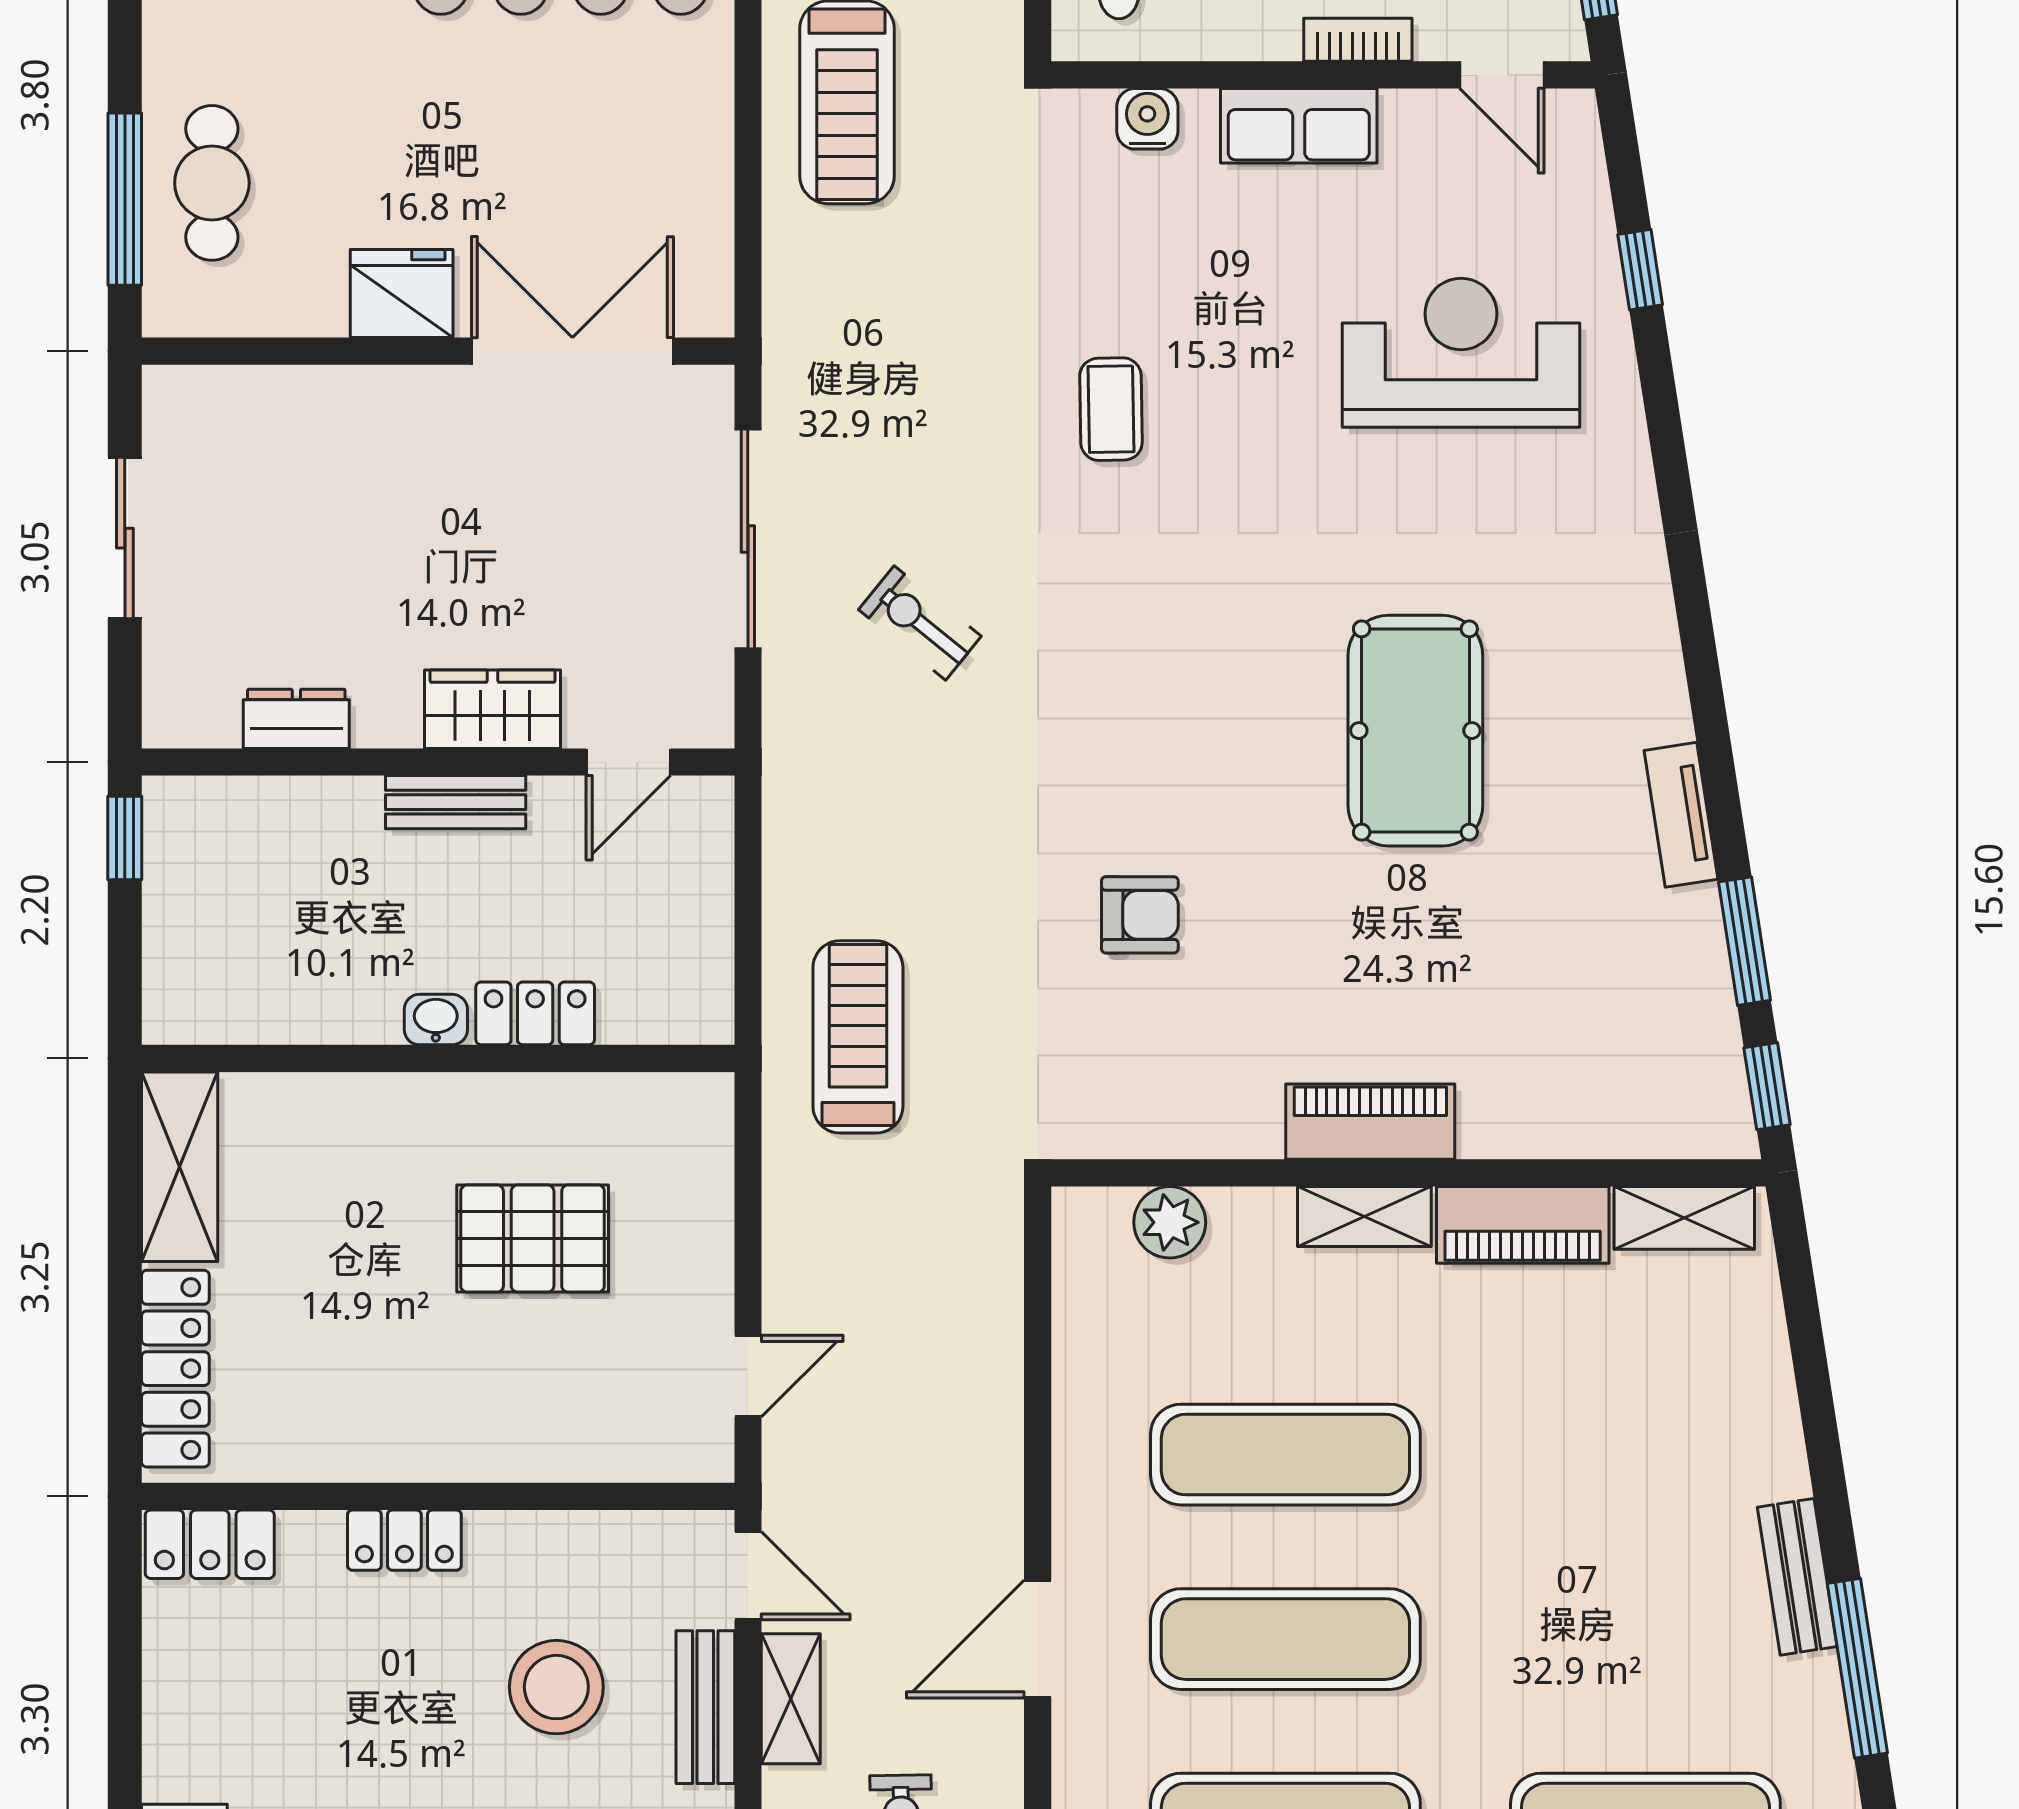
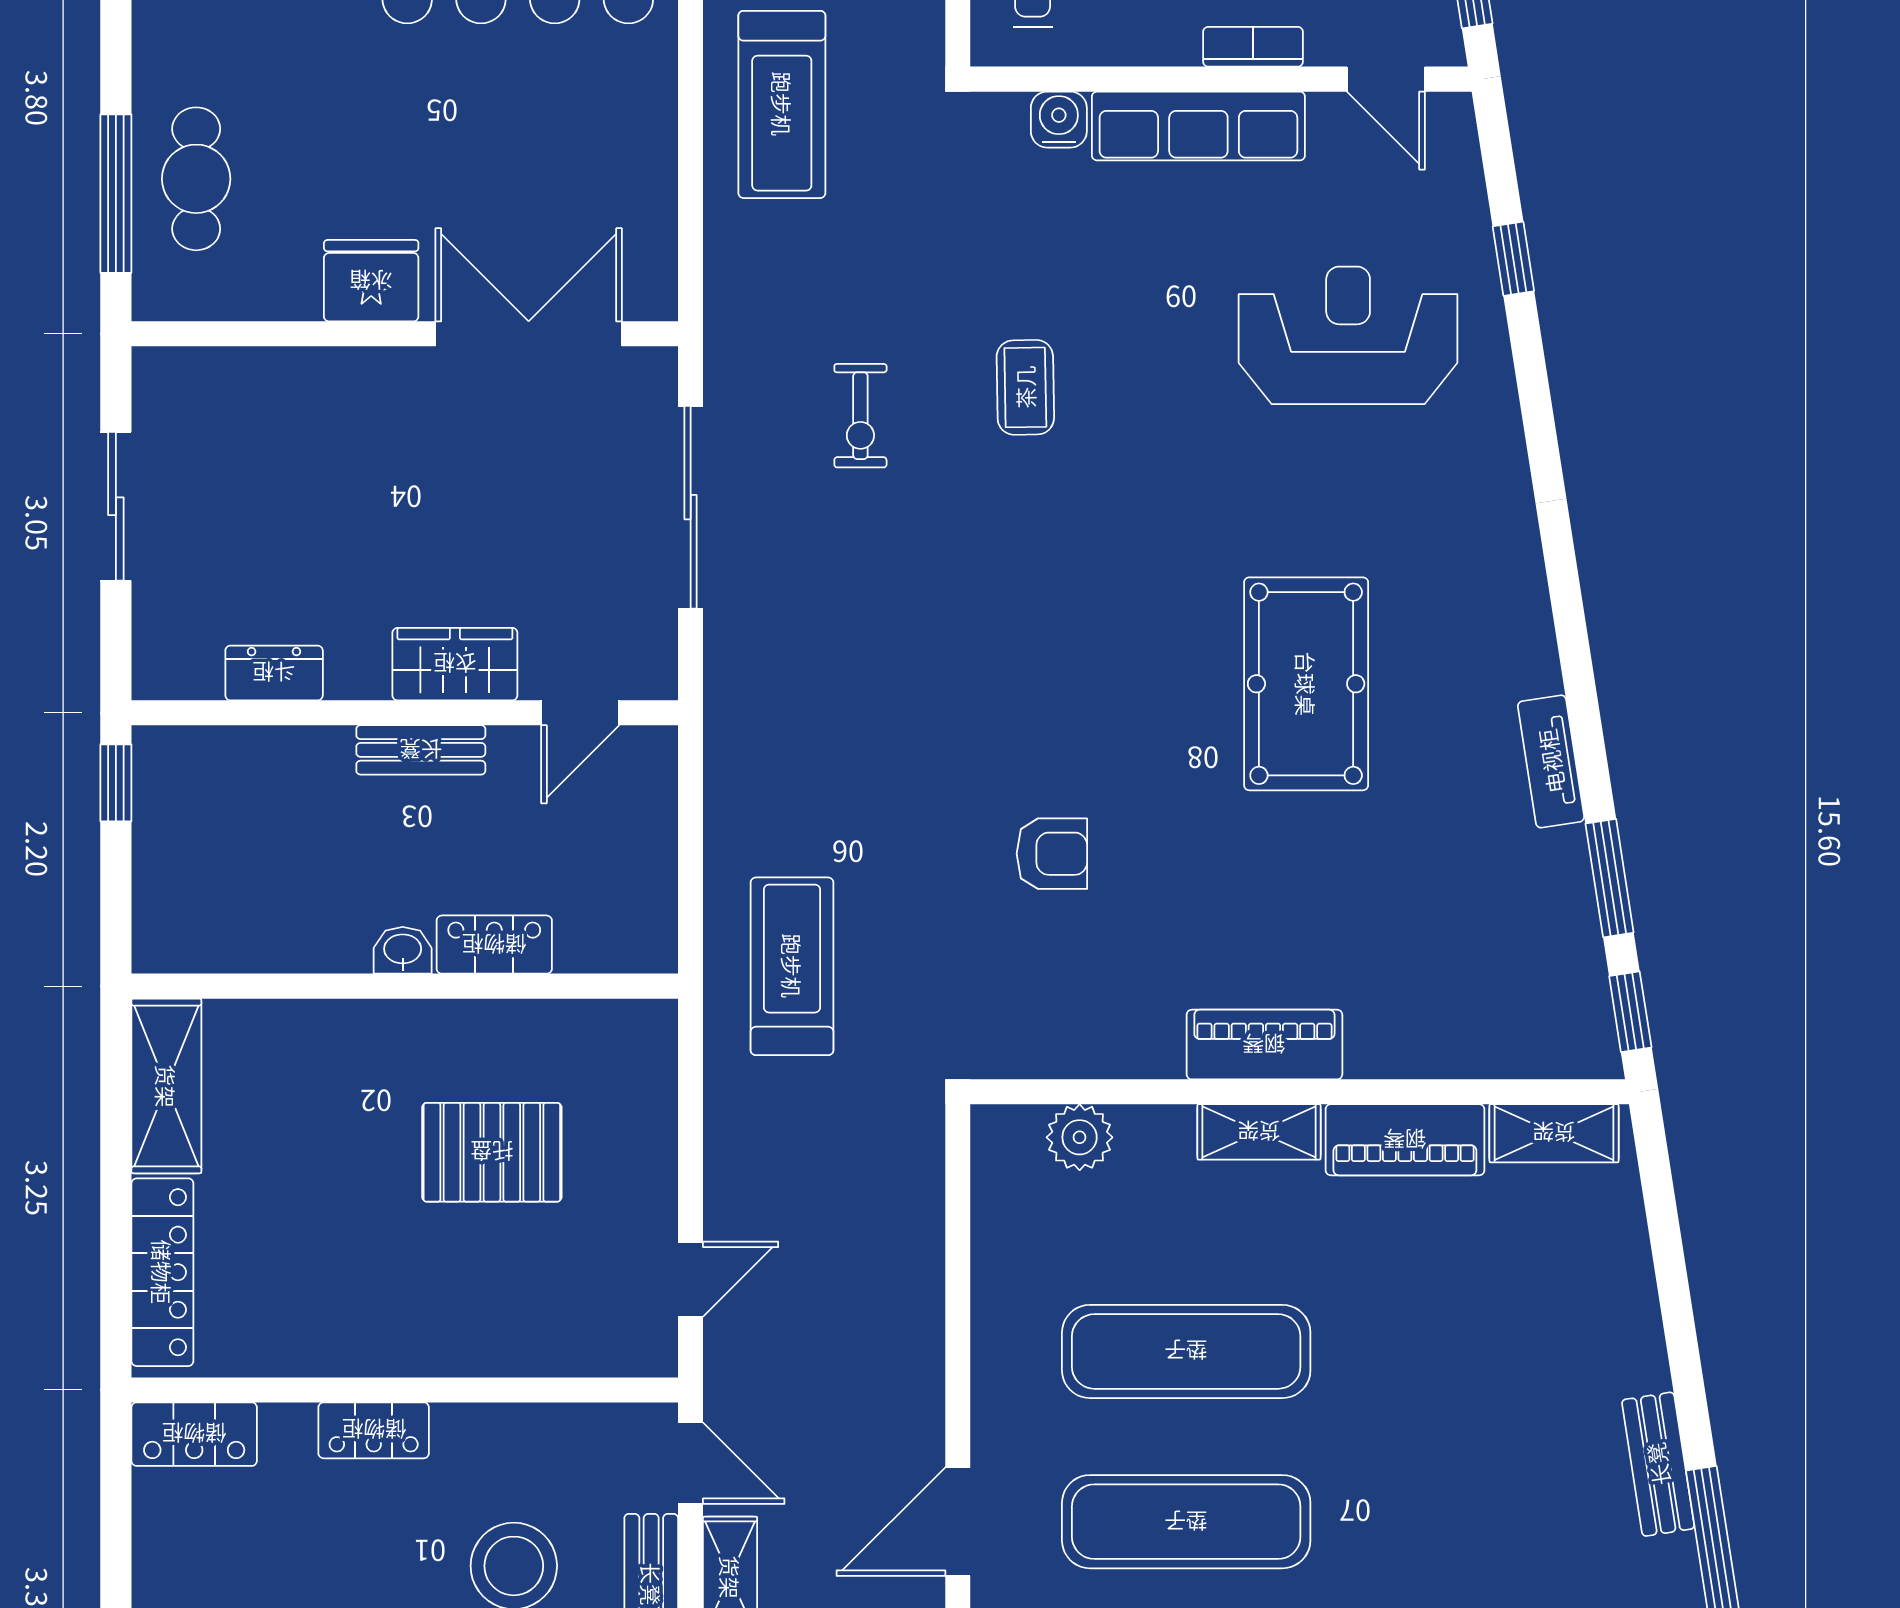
row of seats: (1299, 126) -> (1198, 126), width x1.48
exercise bike: (920, 623) -> (860, 416), moved, turned -129

